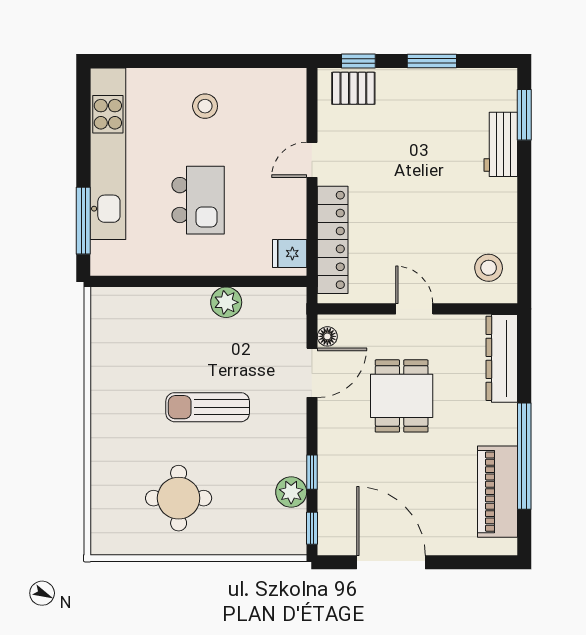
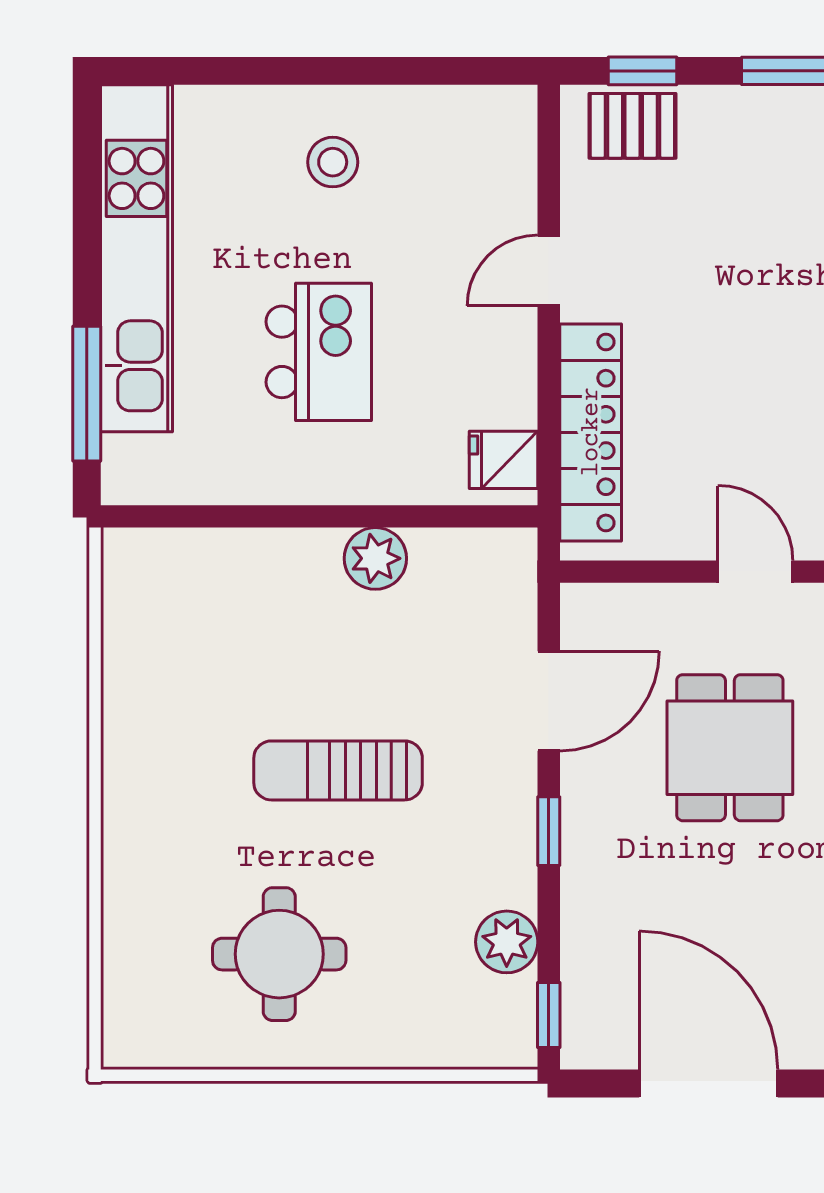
floor lamp: (327, 336) -> (580, 627), removed
window: (312, 472) -> (549, 831), moved

